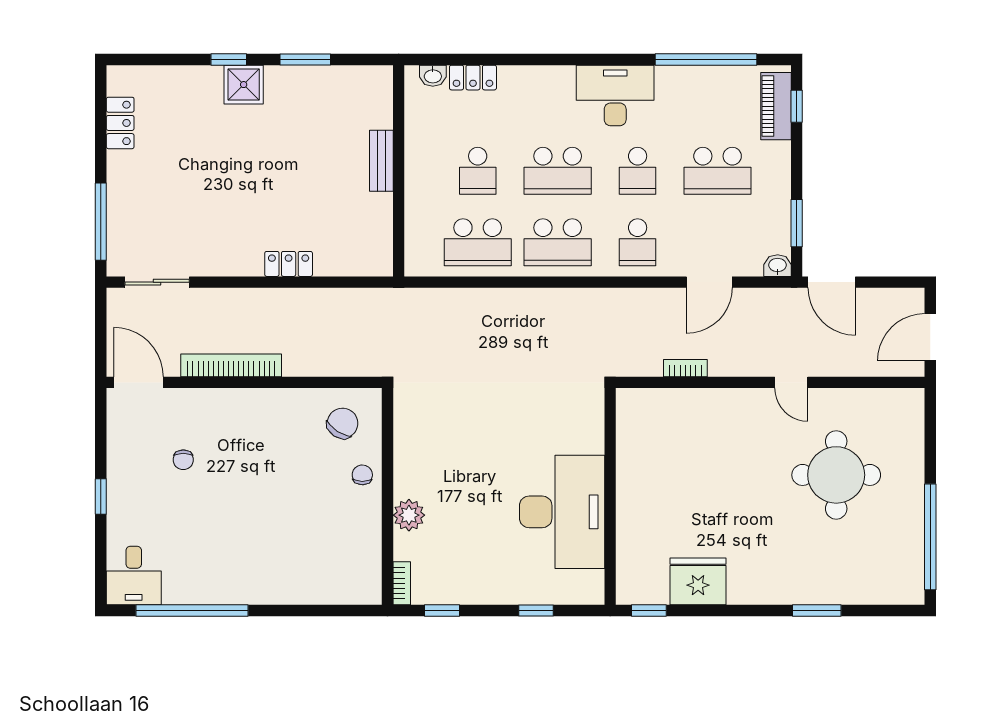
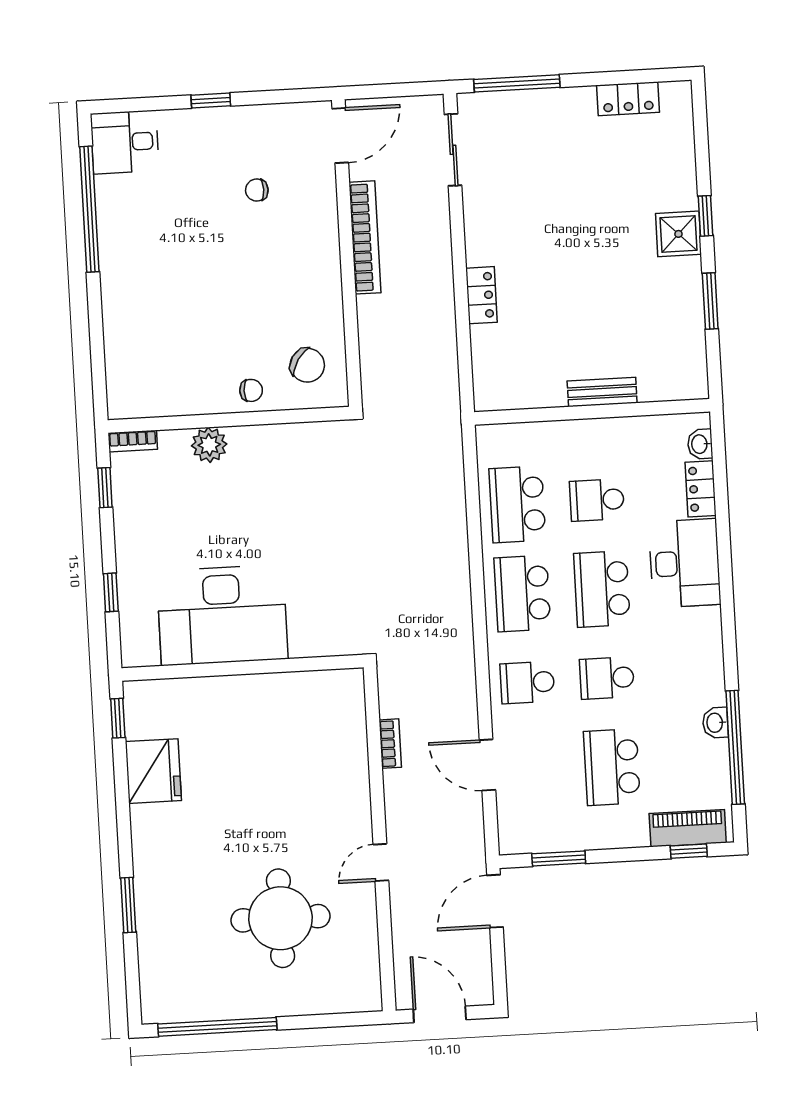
desk: (615, 95) -> (685, 563), moved
washbasin: (778, 266) -> (715, 723), moved, turned 180

